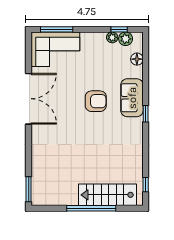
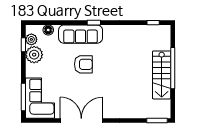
plant: (112, 37) -> (34, 55), width x1.87, depth x1.87
sofa: (132, 98) -> (81, 34), width x1.36
armchair: (96, 101) -> (83, 64), turned 90
stairs: (107, 195) -> (162, 75), moved

